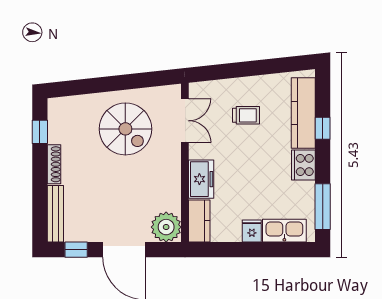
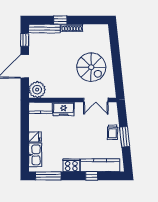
window: (252, 68) -> (125, 137), added
trolley: (246, 115) -> (113, 132), moved
spiral stairs: (125, 129) -> (91, 67), turned -90
window: (40, 132) -> (60, 20), moved

